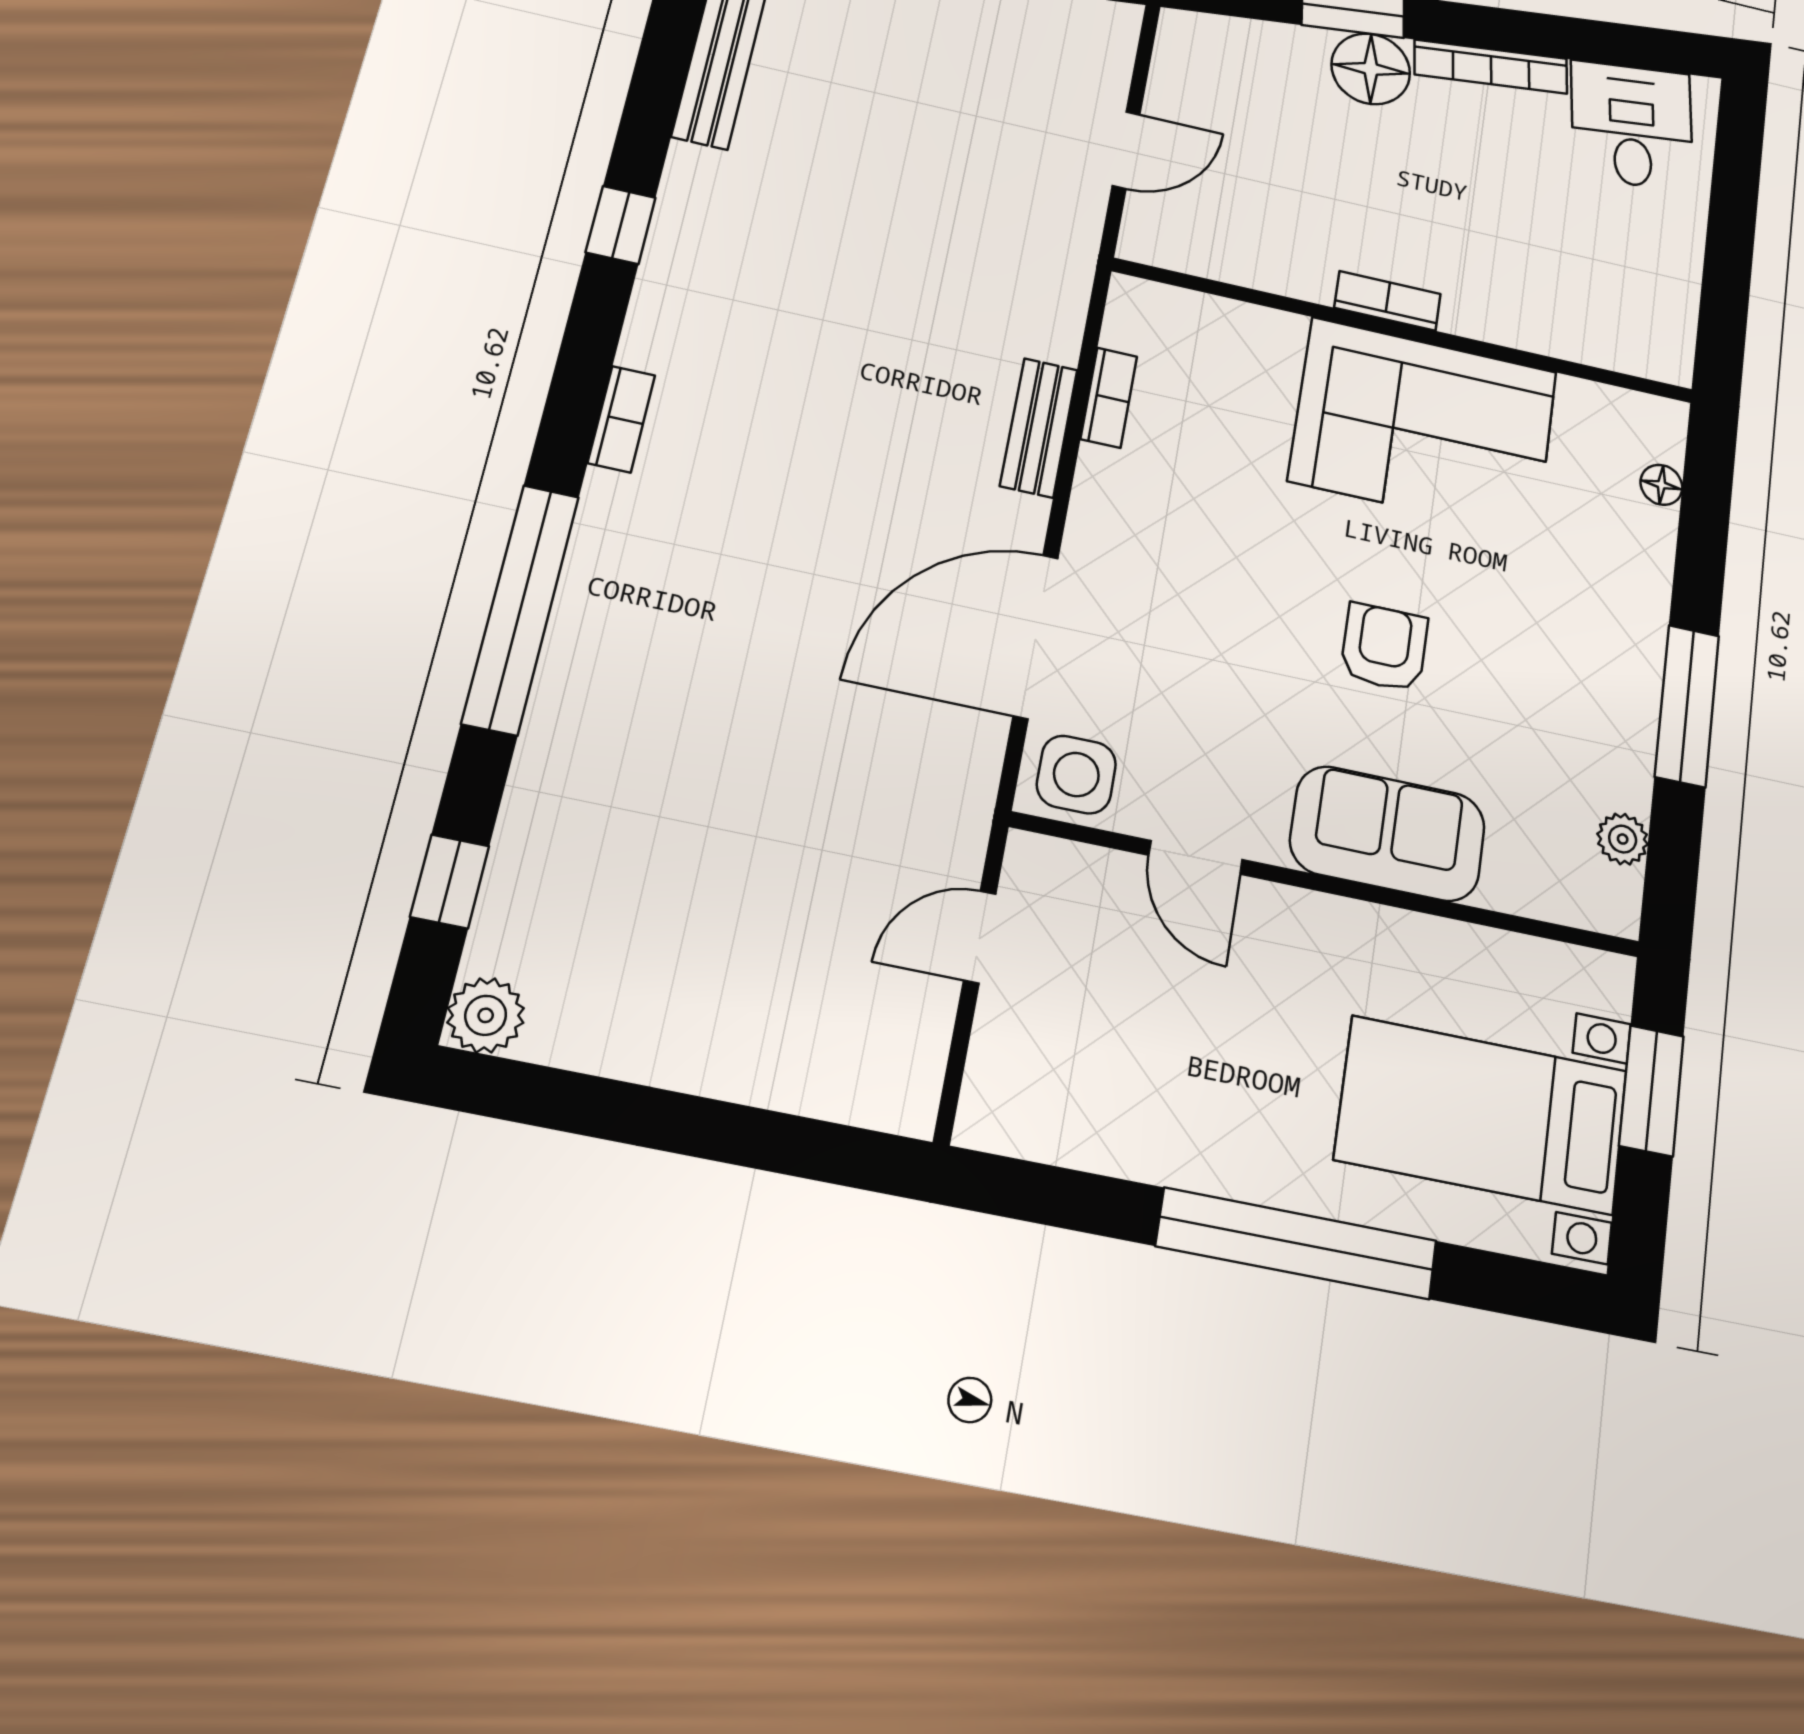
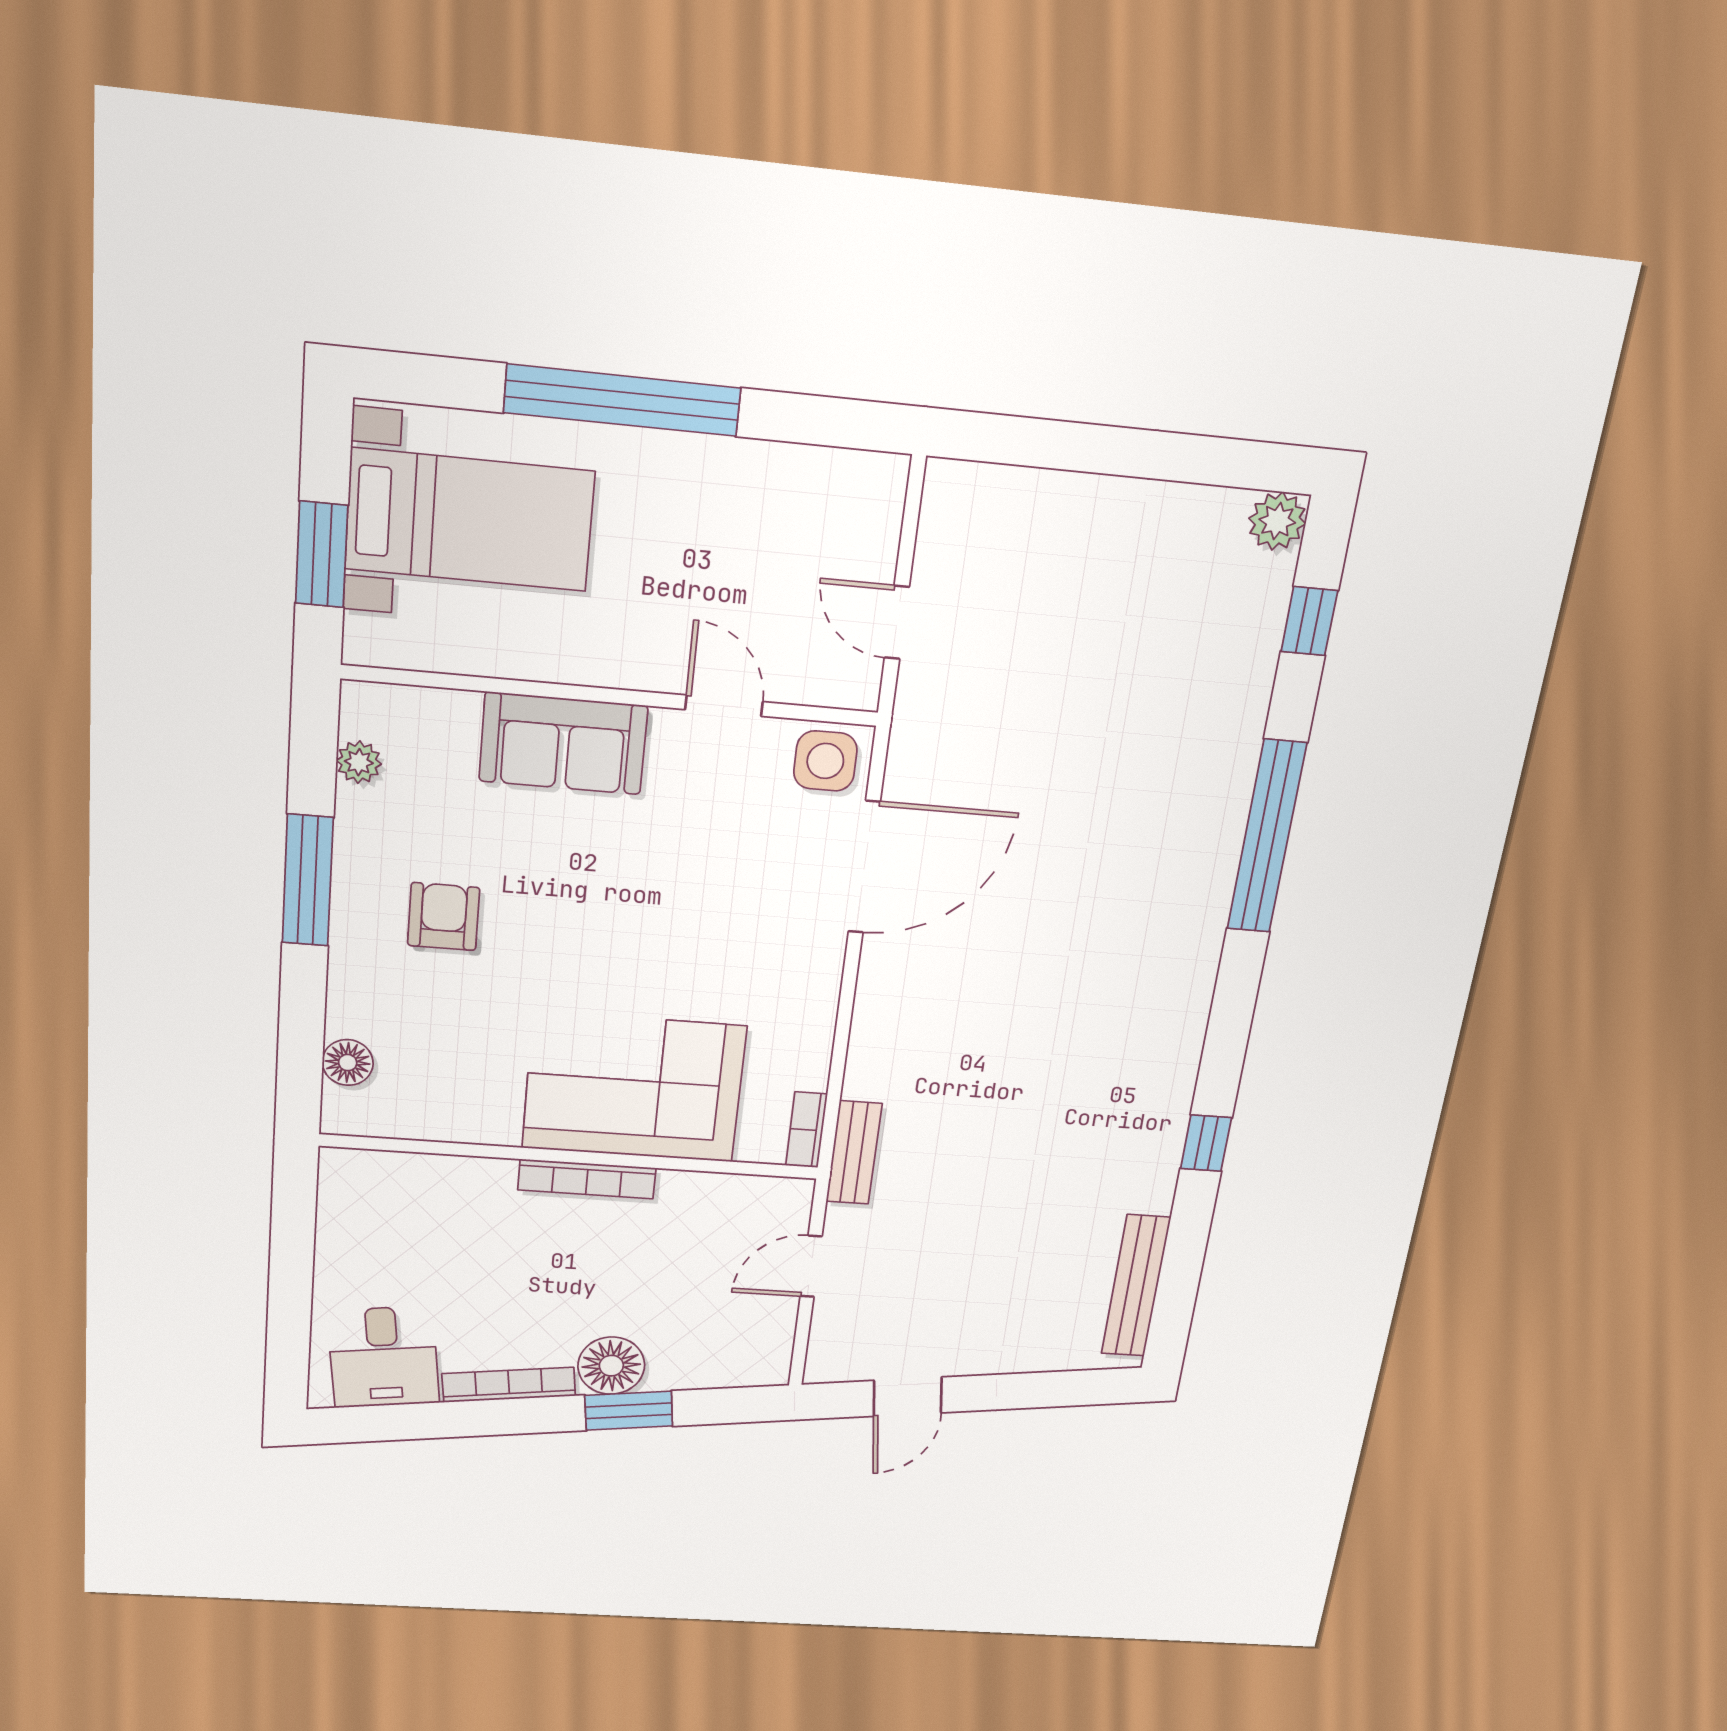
bookcase: (1387, 301) -> (587, 1179), width x1.56
bookcase: (1109, 398) -> (806, 1130), moved
bookcase: (621, 419) -> (1198, 993), removed
corner sofa: (1424, 426) -> (634, 1087), moved
bench: (1039, 428) -> (854, 1153), moved
floor lamp: (1661, 485) -> (348, 1063), width x1.37, depth x1.37
armchair: (1384, 647) -> (444, 917), moved, turned 180
door: (980, 937) -> (897, 622), swing flipped

